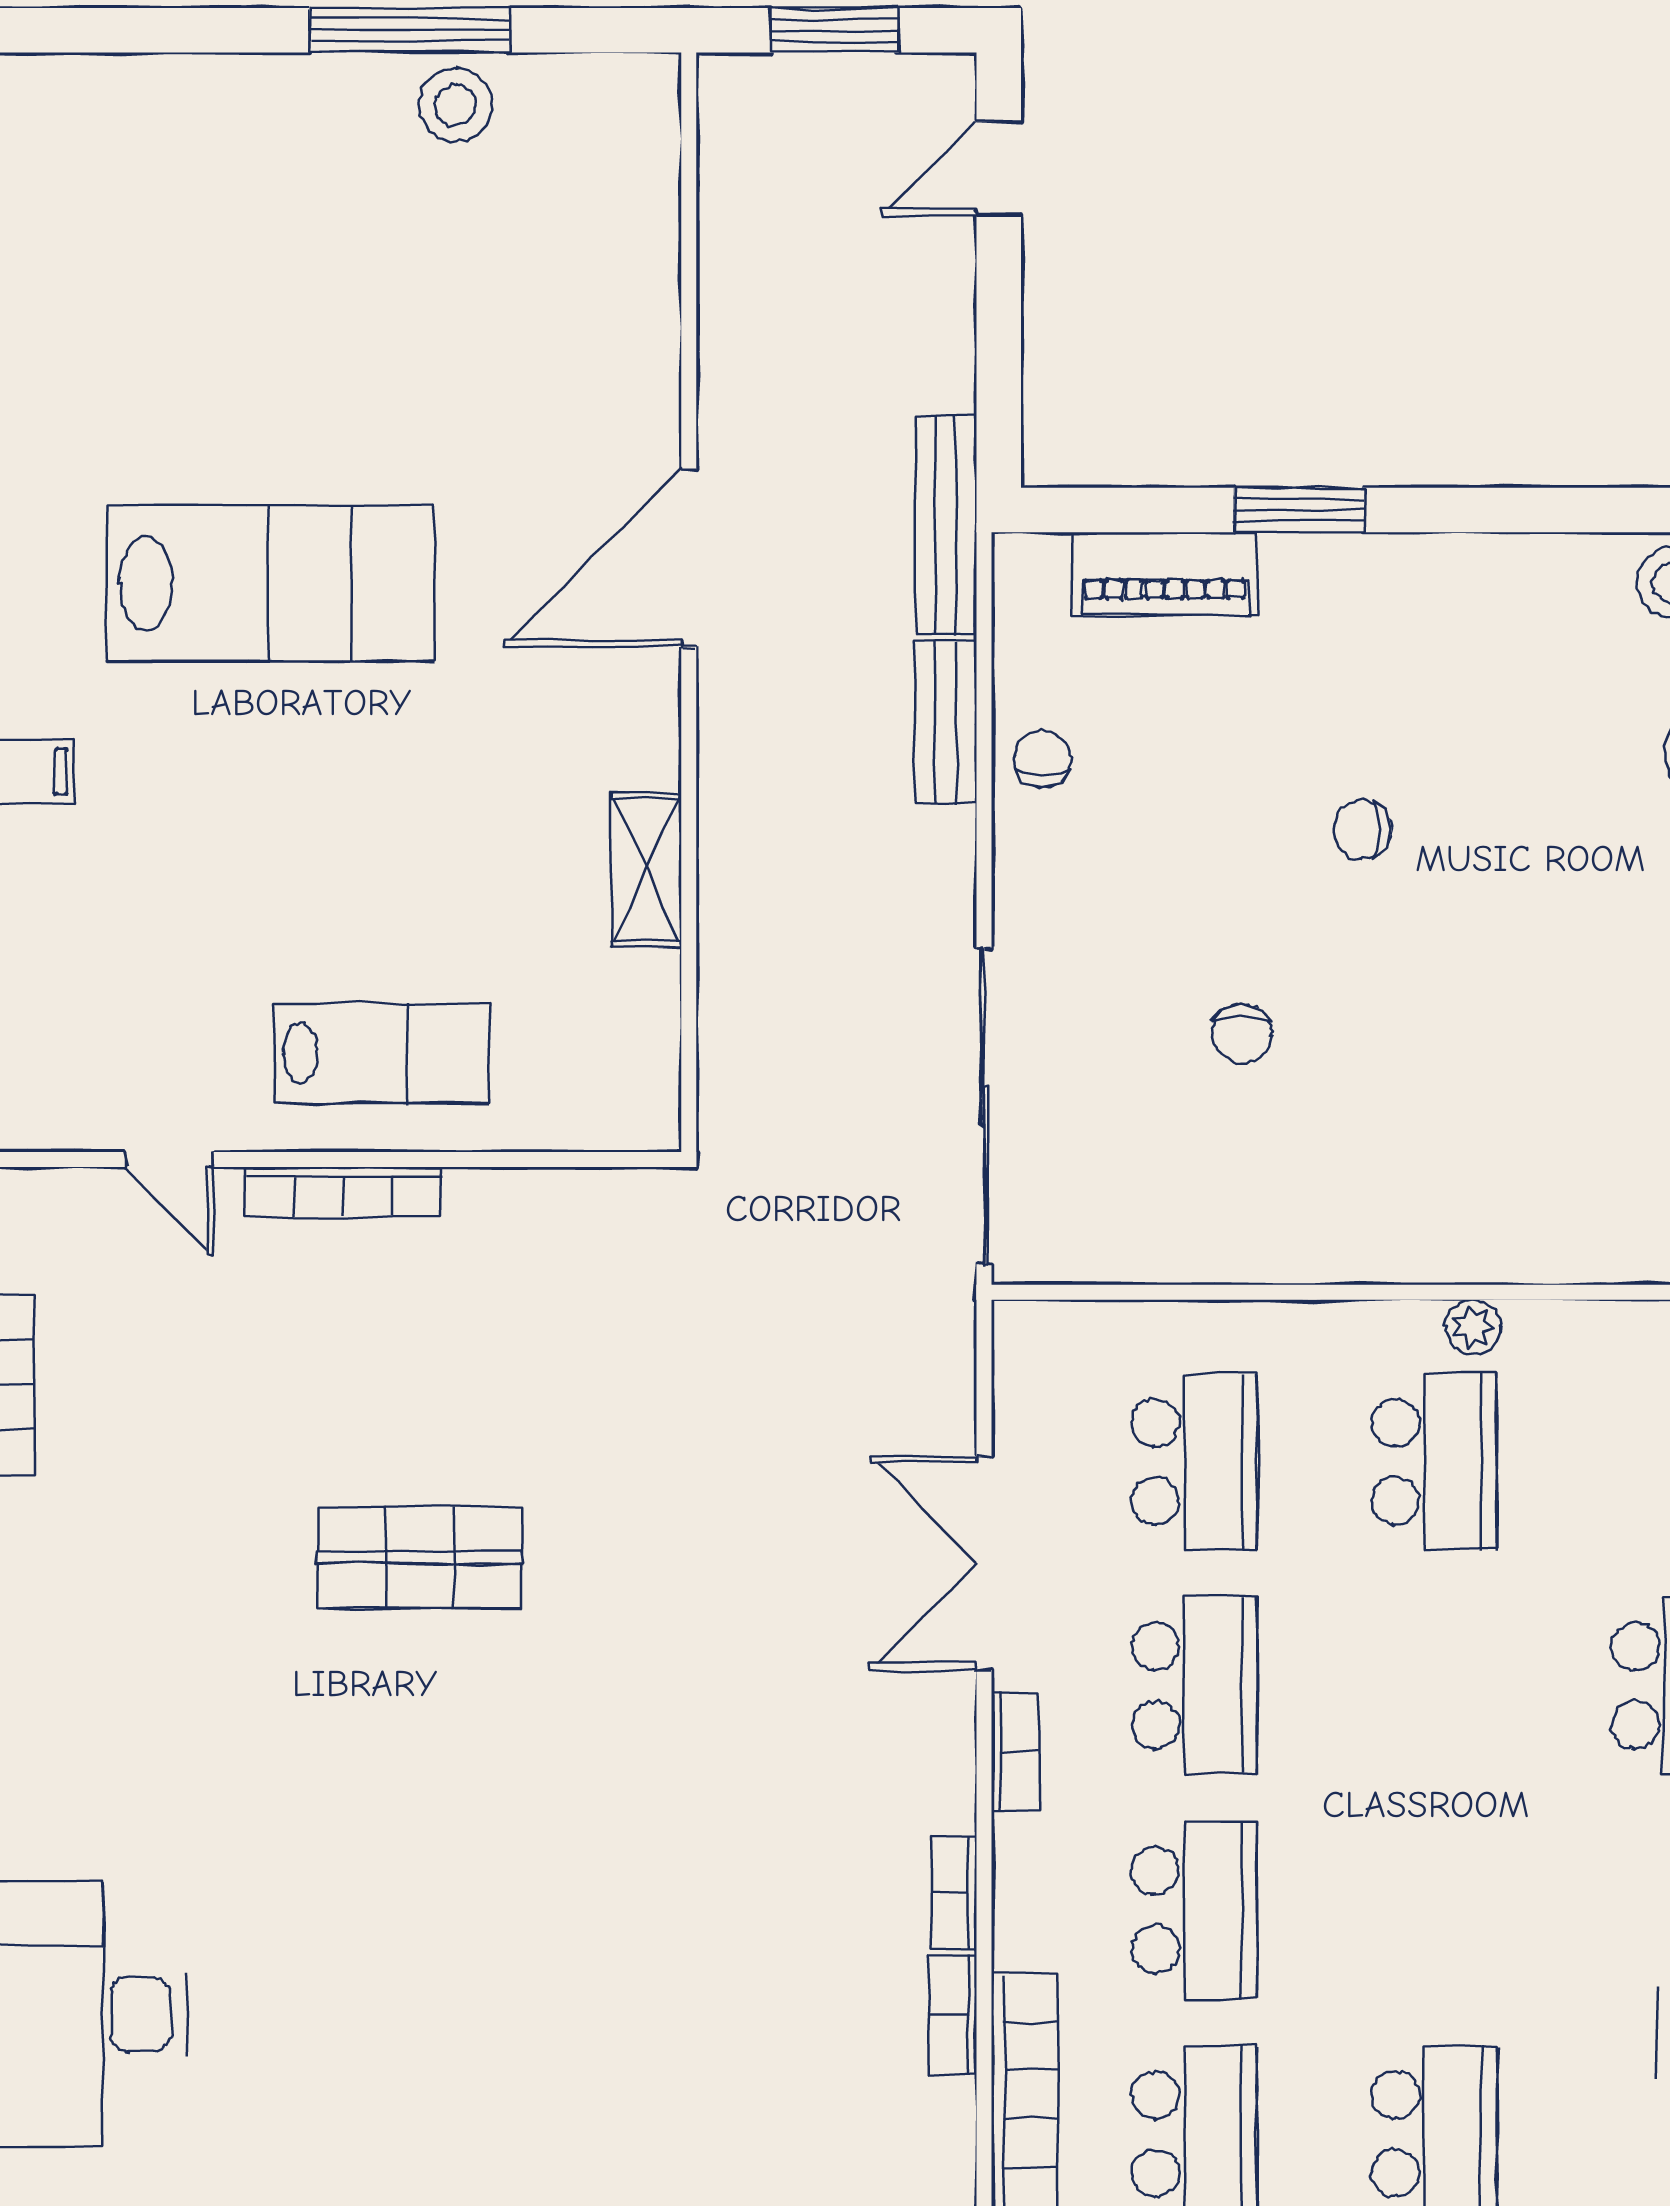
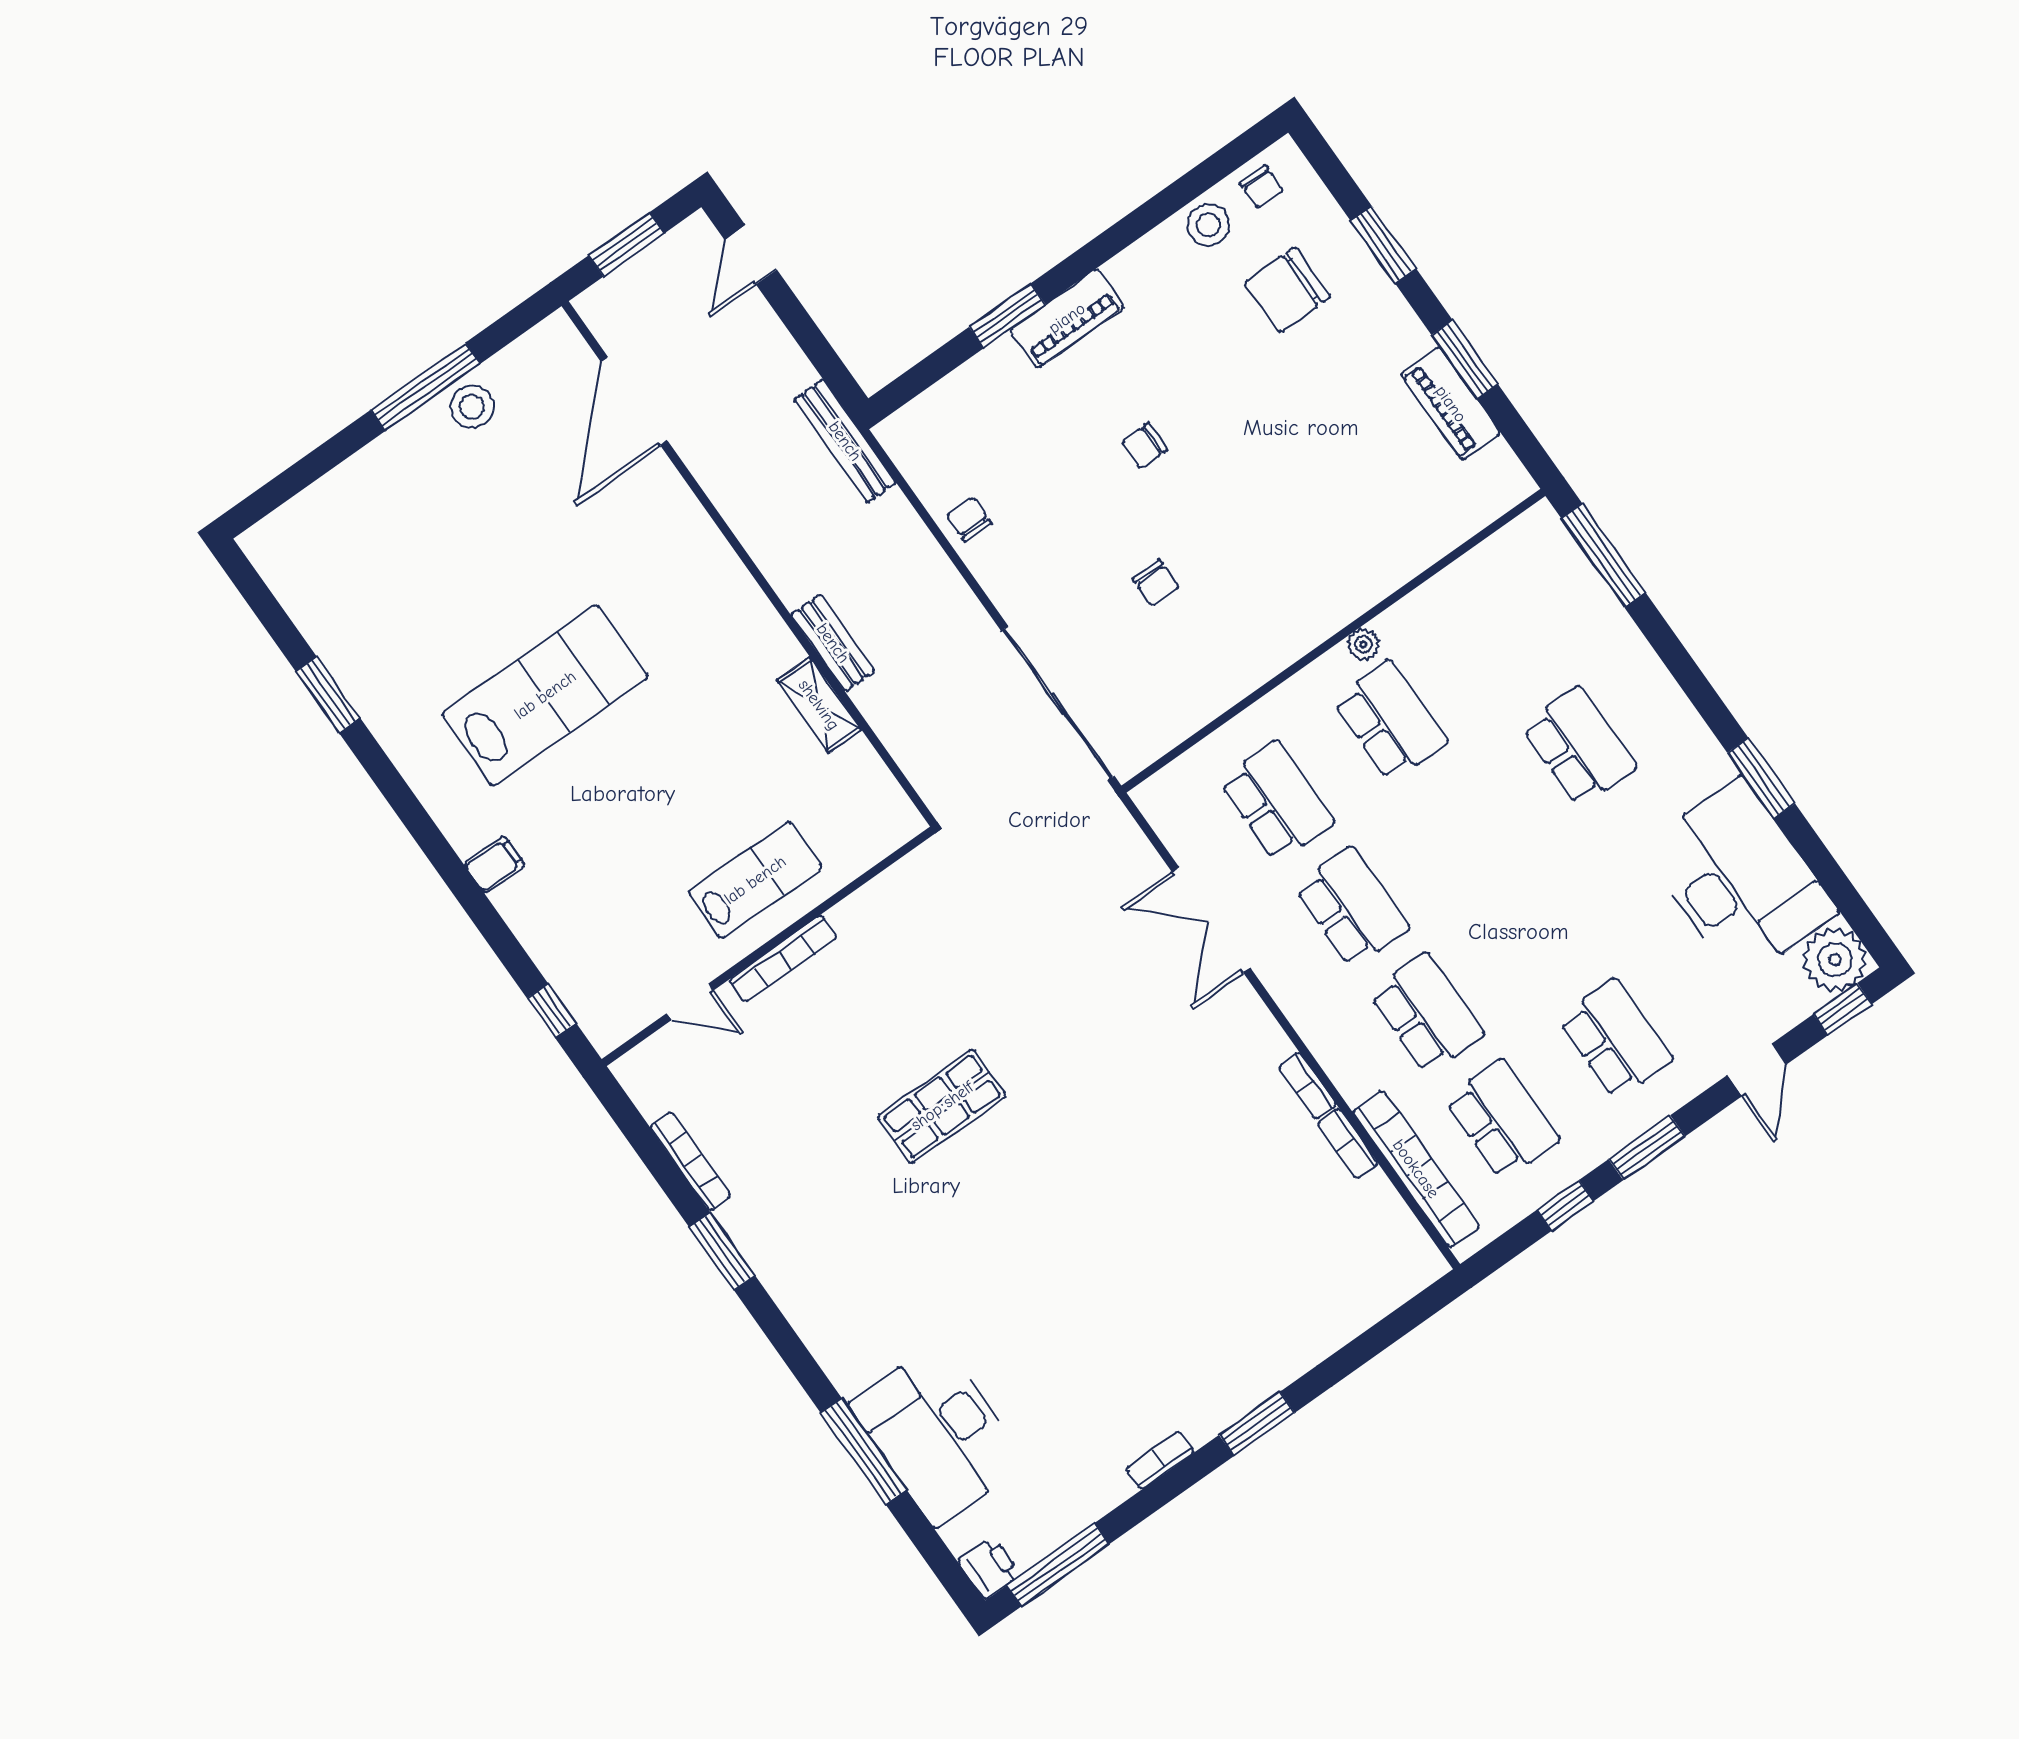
door: (689, 558) -> (634, 401), moved
piano: (1165, 573) -> (1067, 318), moved
bench: (946, 722) -> (833, 643), moved
bookcase: (1015, 1752) -> (1289, 999), removed

